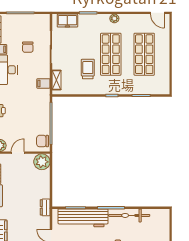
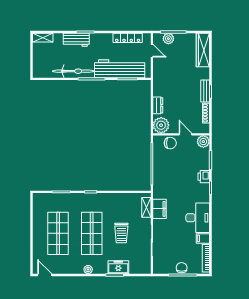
freezer: (67, 21) -> (118, 267), moved
chair: (28, 47) -> (182, 268), moved
trolley: (88, 69) -> (121, 233), moved
filing cabinet: (43, 83) -> (159, 209), width x2.00
chair: (43, 141) -> (170, 143), moved
door: (18, 153) -> (185, 134), swing flipped
dresser: (45, 207) -> (158, 105), moved

